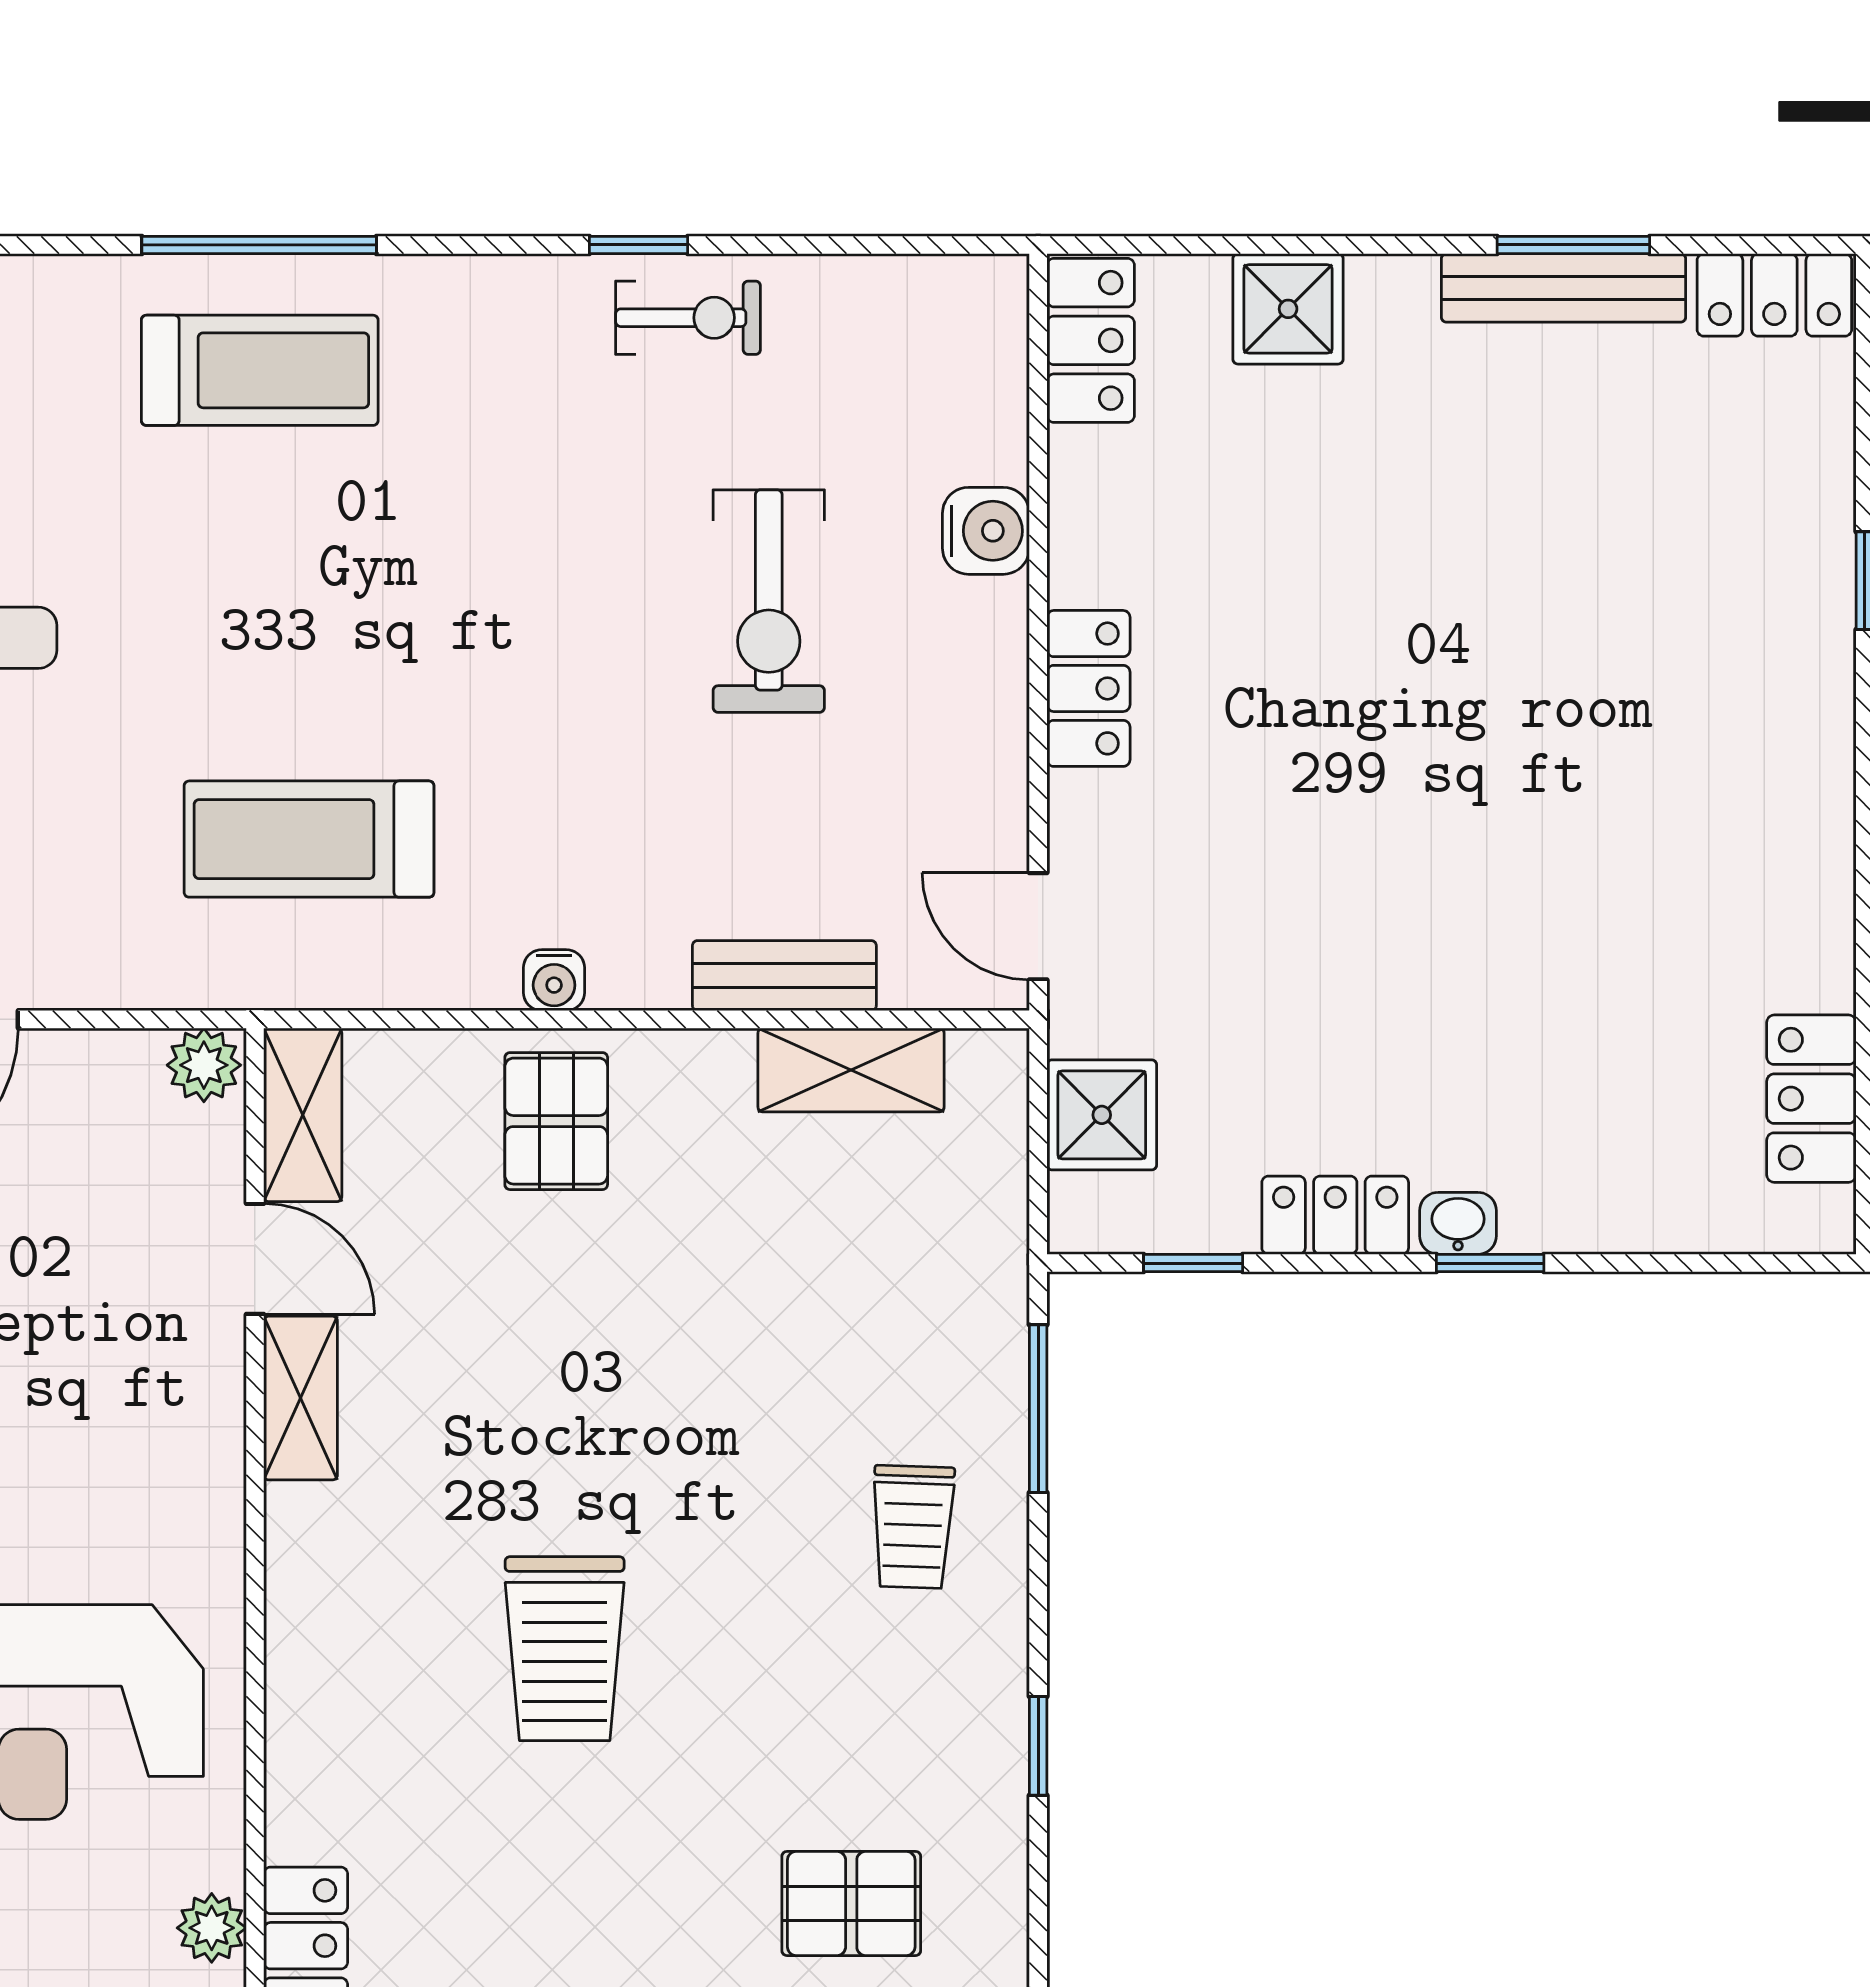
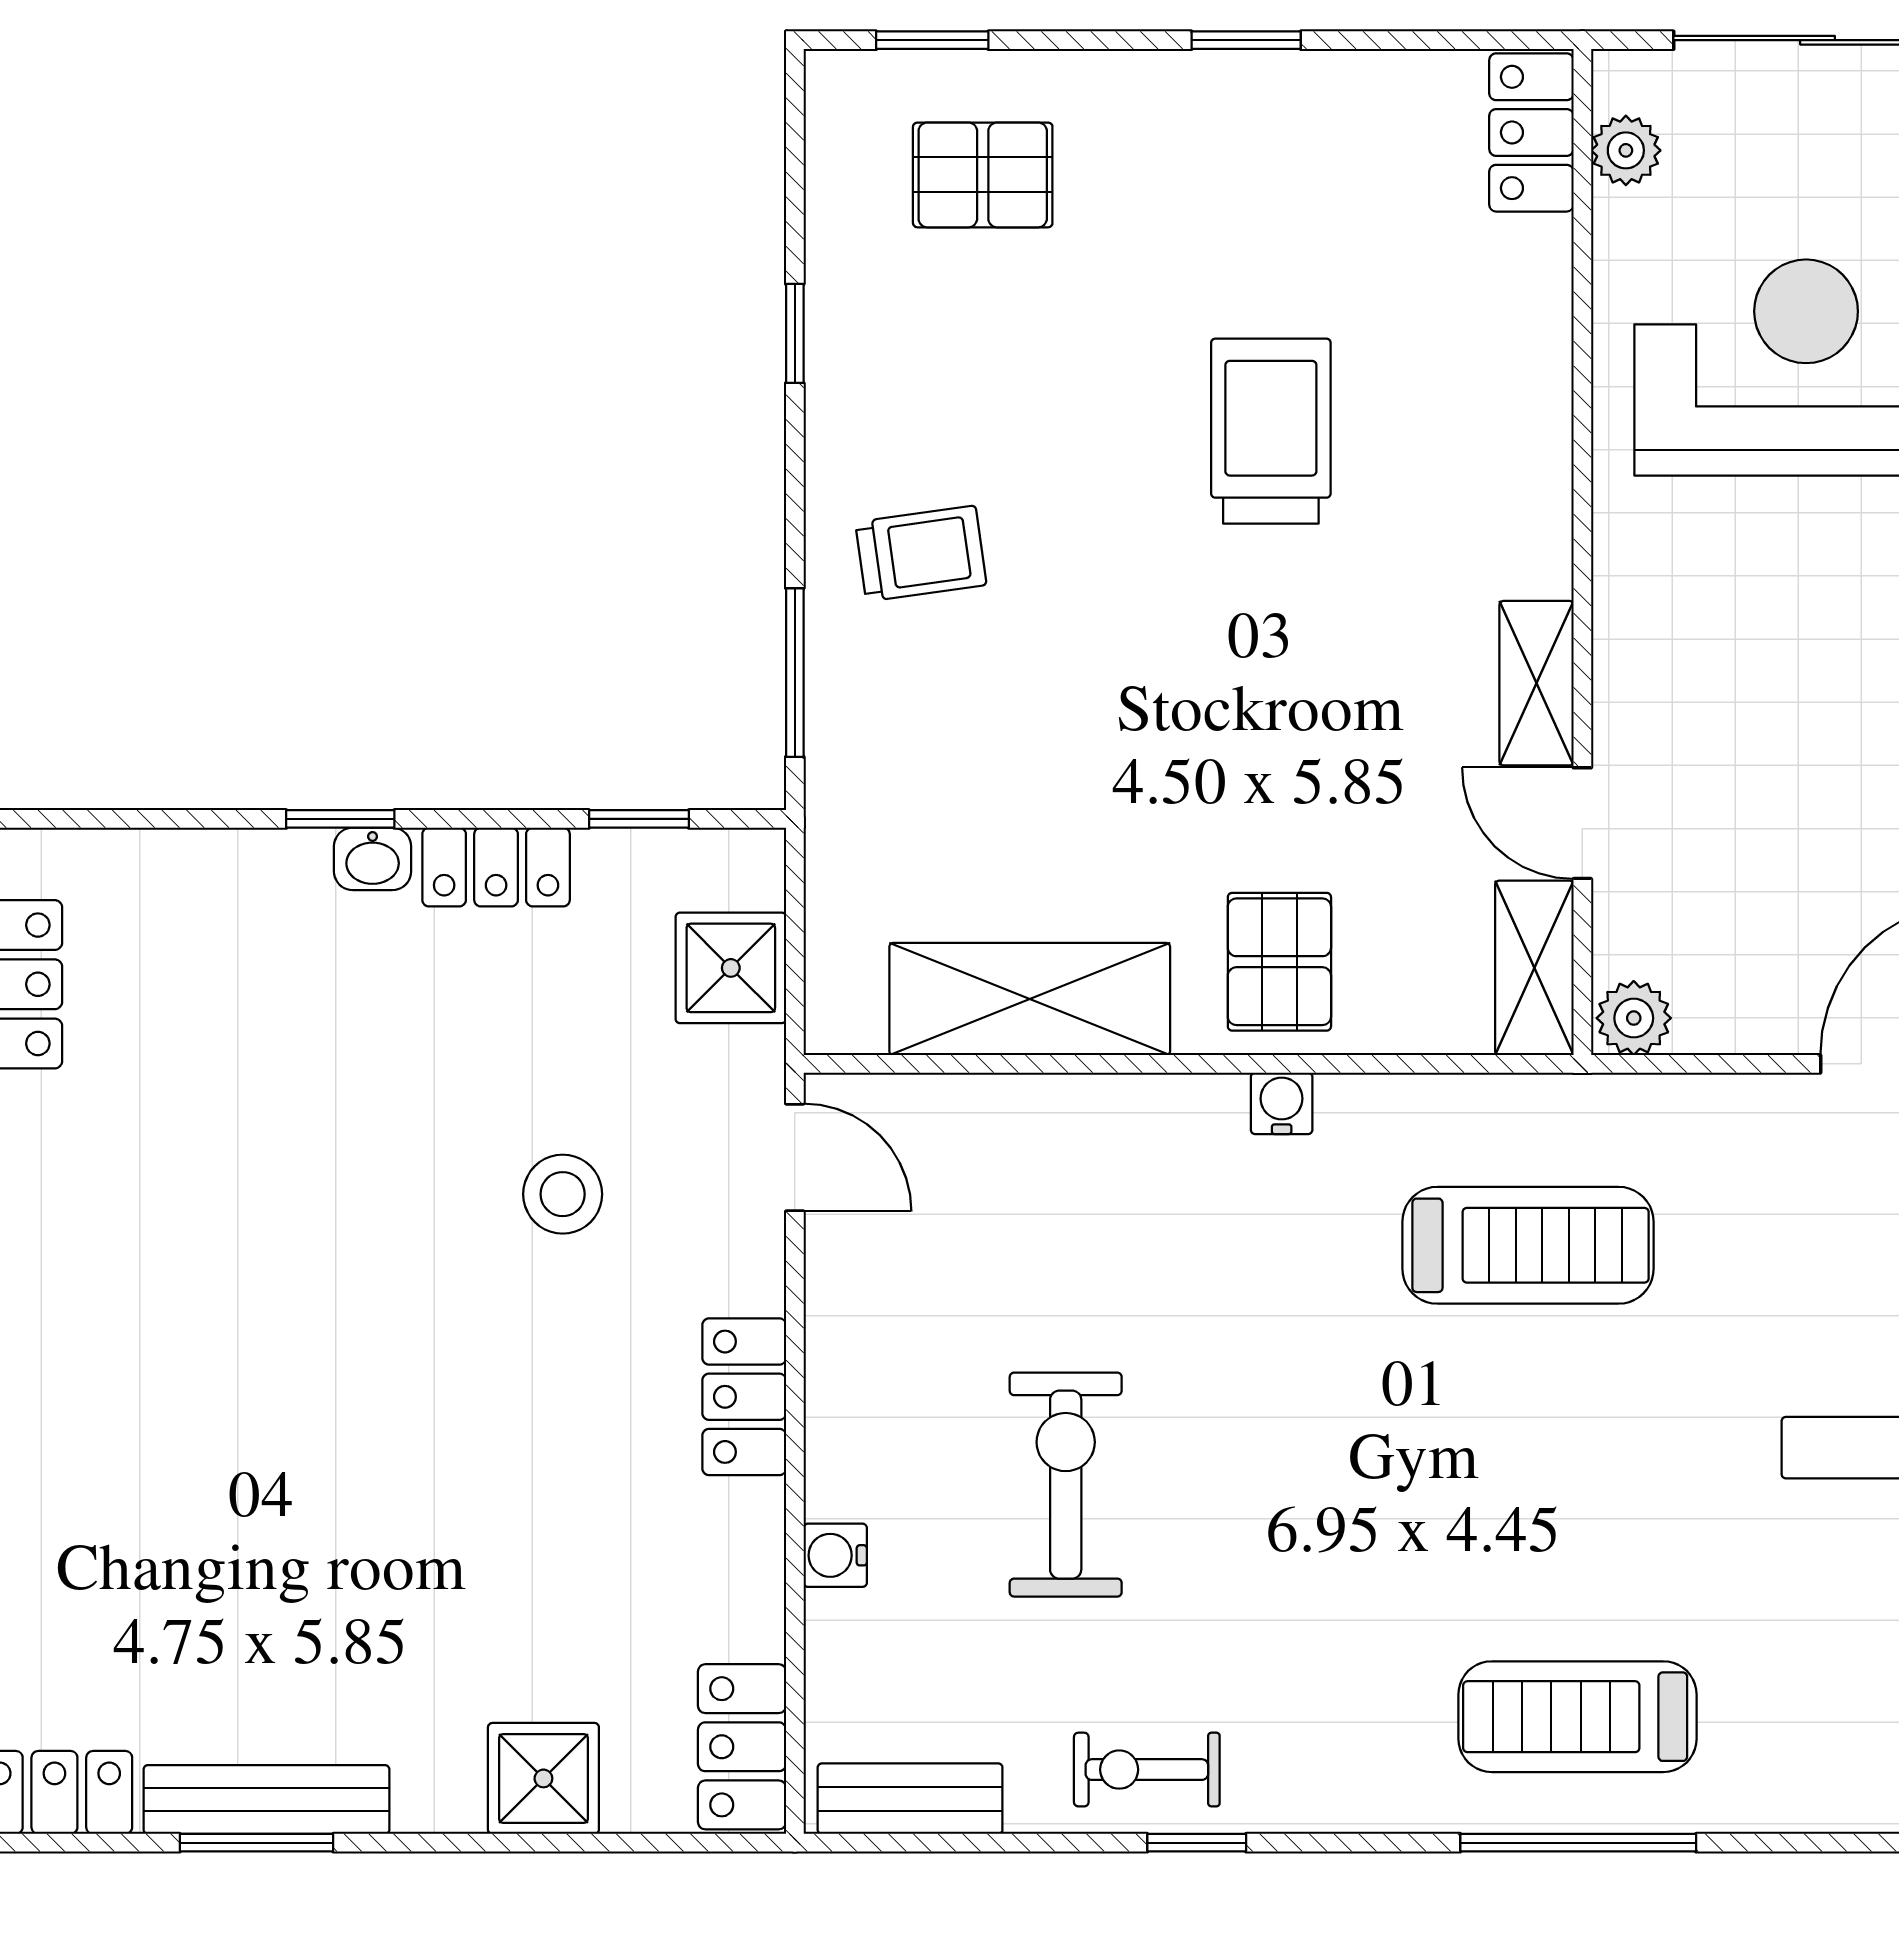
water cooler: (986, 531) -> (835, 1555), width x0.72, depth x0.72
stool: (1269, 890) -> (563, 1194), added
bench: (784, 976) -> (910, 1799), moved
shelving: (851, 1070) -> (1030, 999), width x1.50, depth x1.33
trolley: (913, 1527) -> (921, 554), turned 80

